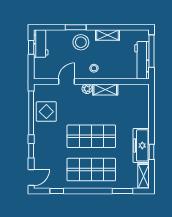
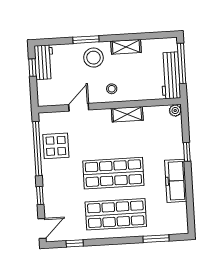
plant: (87, 89) -> (175, 111), moved
window: (151, 152) -> (187, 152), moved
shelving: (143, 176) -> (181, 219), removed

